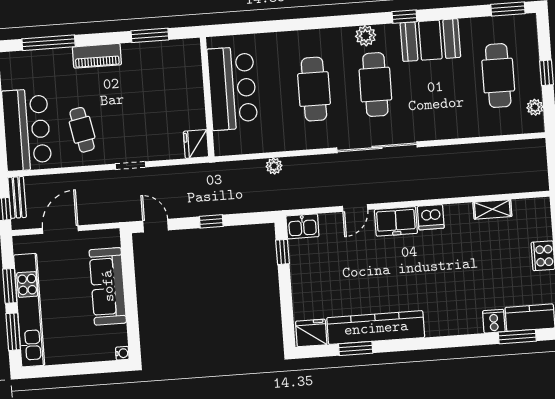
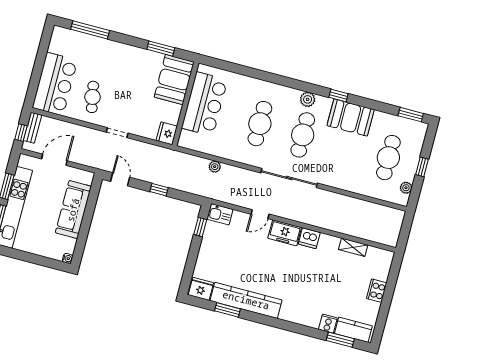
piano: (97, 56) -> (120, 50), removed
booth: (181, 70) -> (174, 79), added

